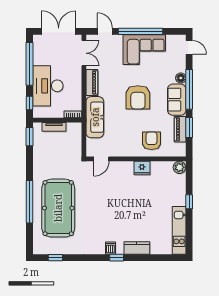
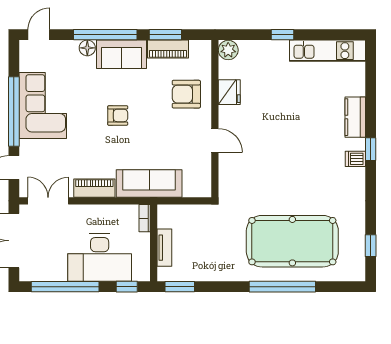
armchair: (138, 97) -> (118, 115), width x0.53, depth x0.53
door: (101, 159) -> (215, 140), moved
fridge: (142, 168) -> (229, 92), moved

